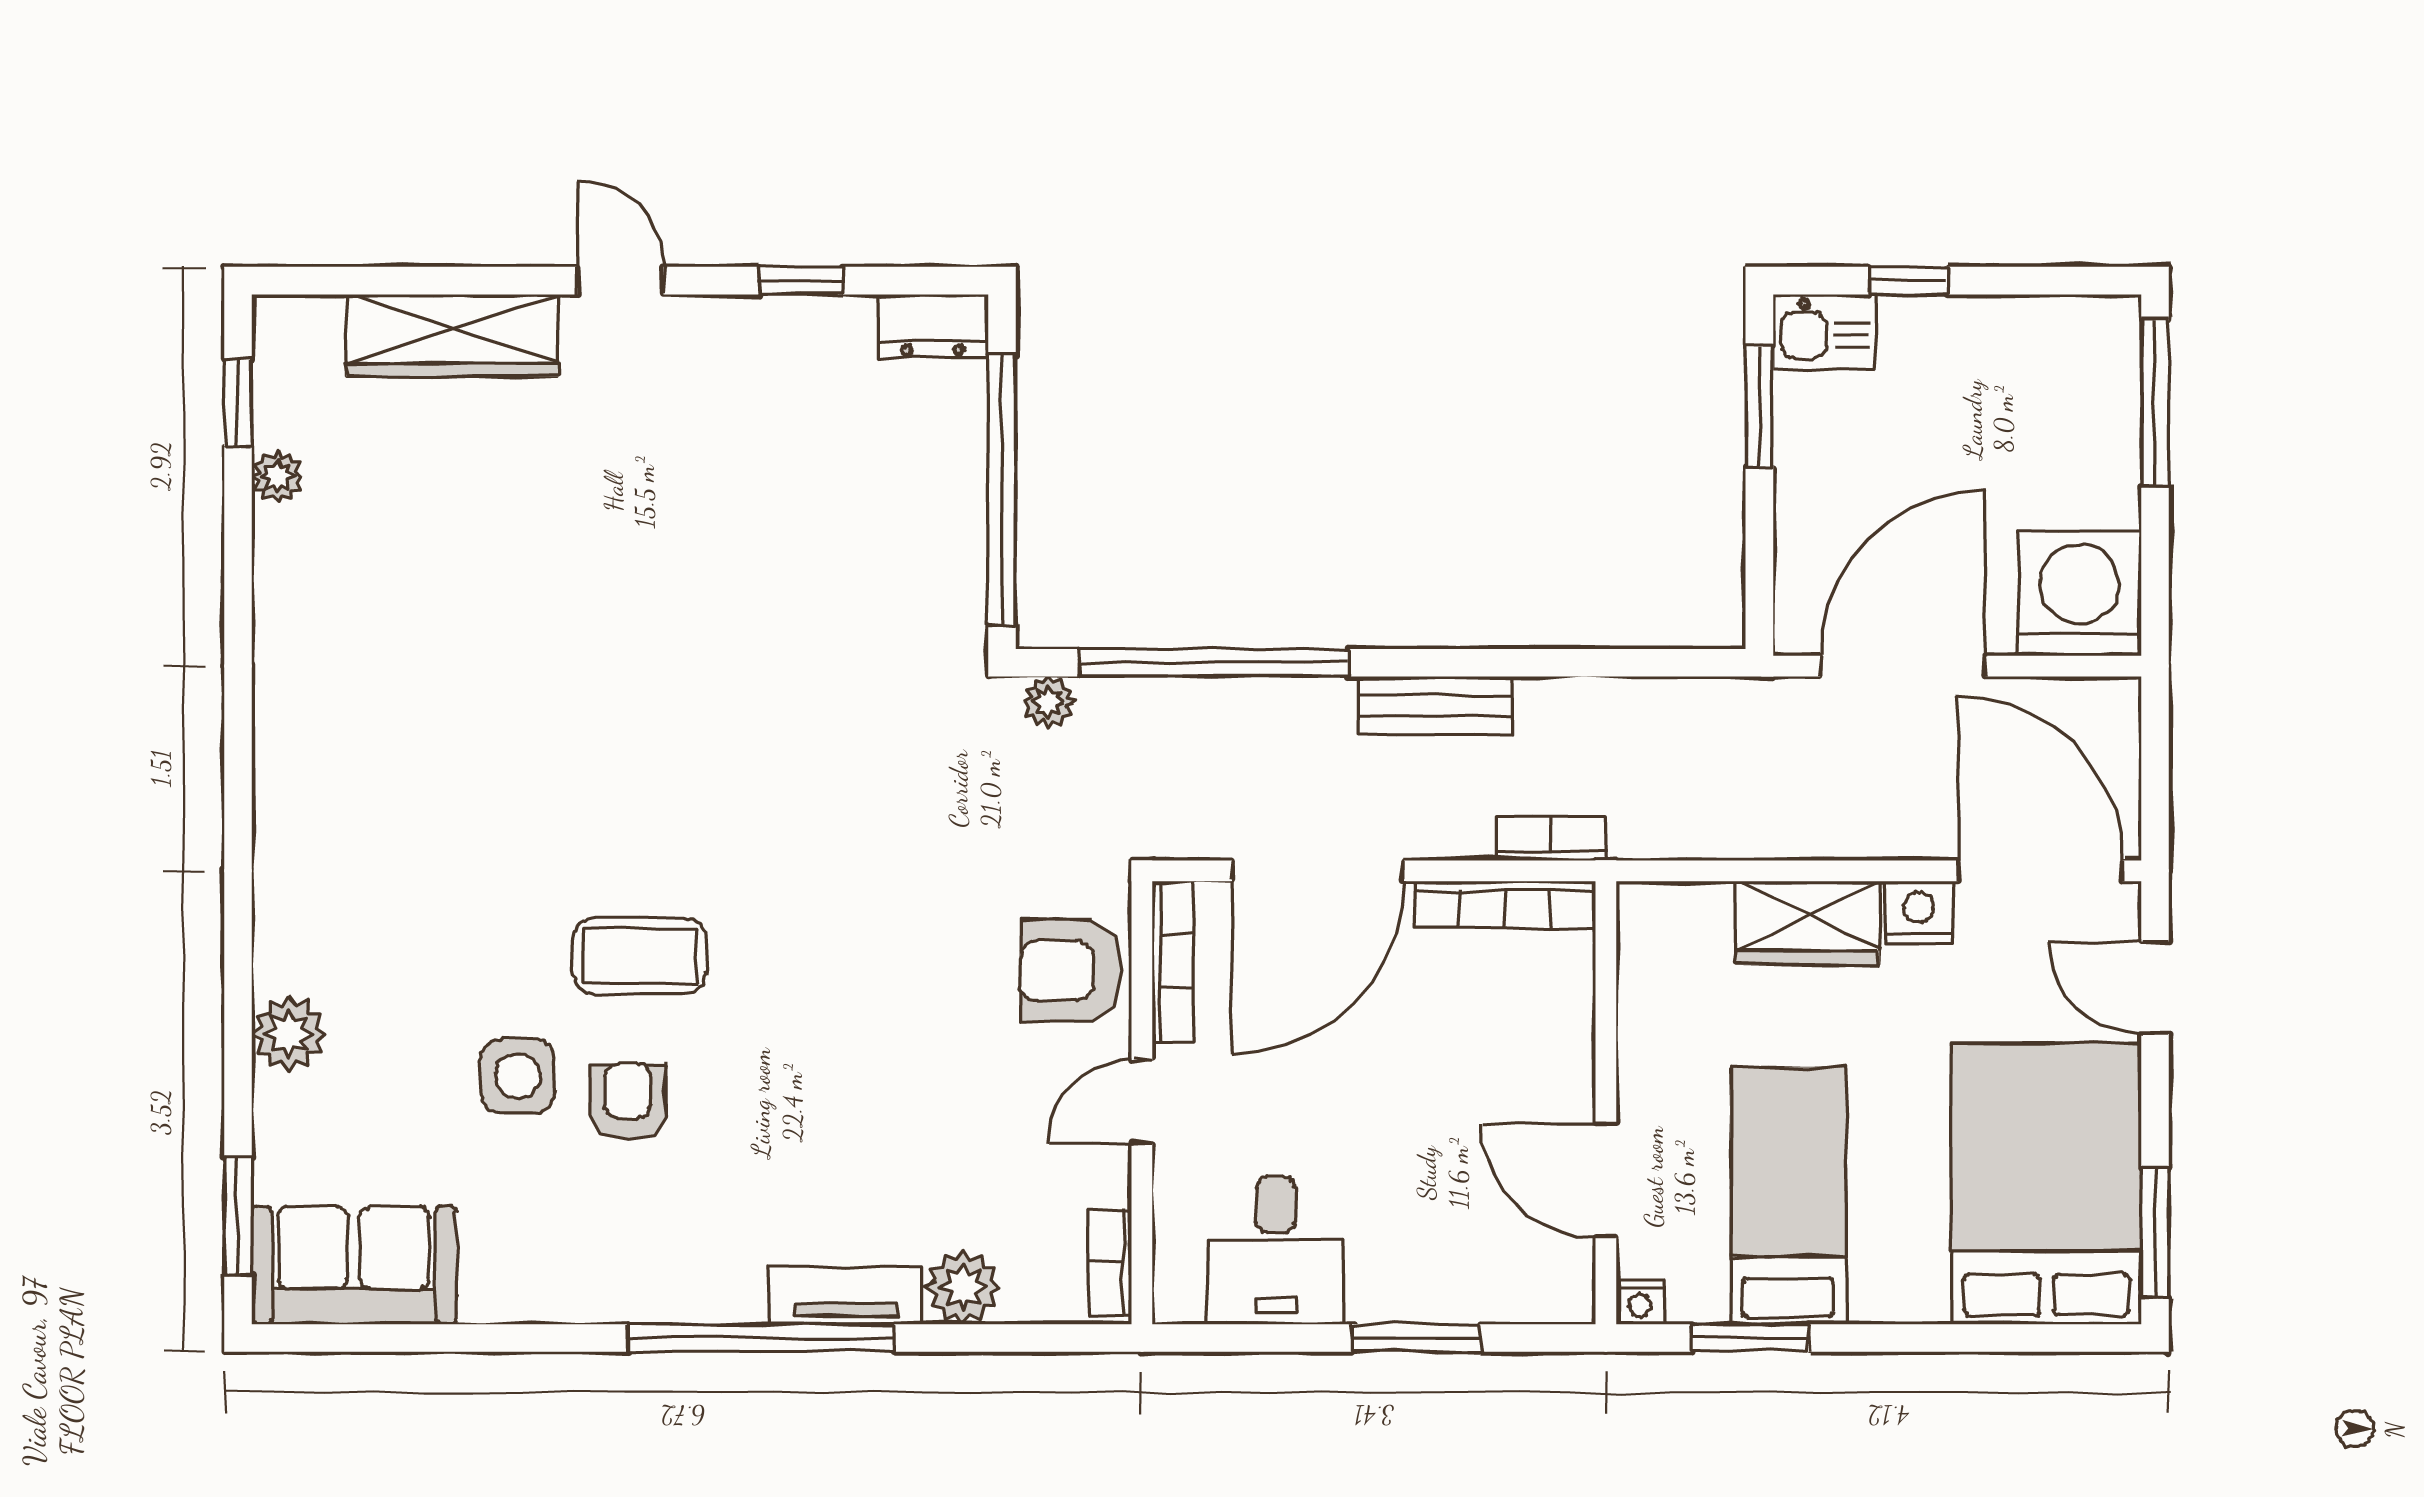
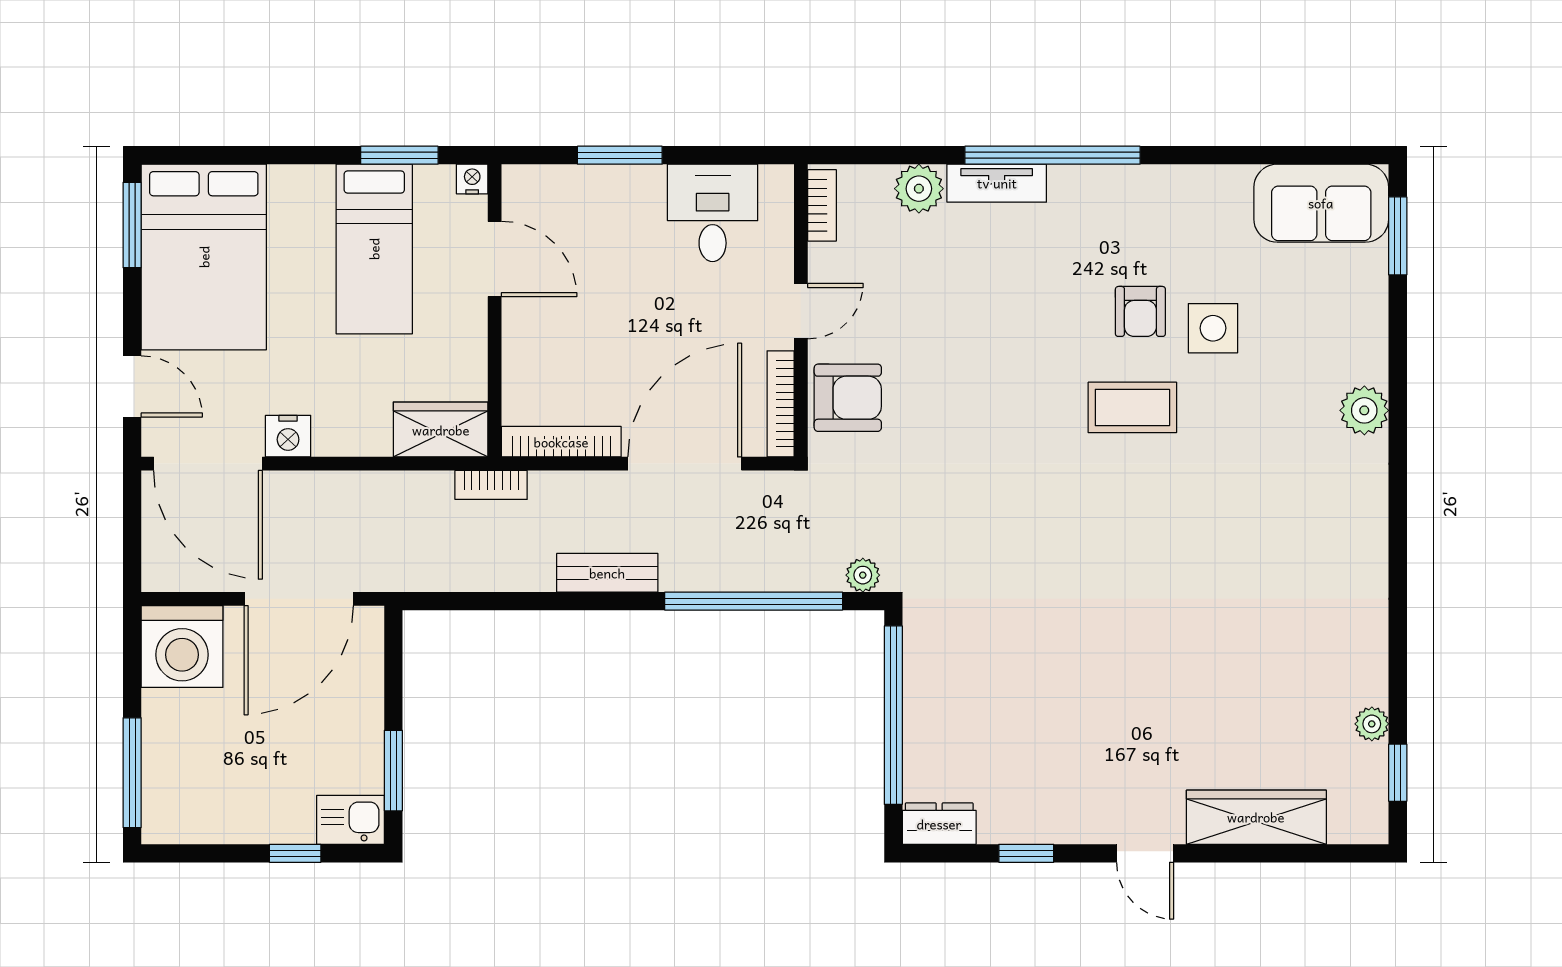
bookcase: (1551, 839) -> (491, 485), moved
wardrobe: (1807, 923) -> (441, 430), moved
plant: (289, 1034) -> (1364, 410), moved

